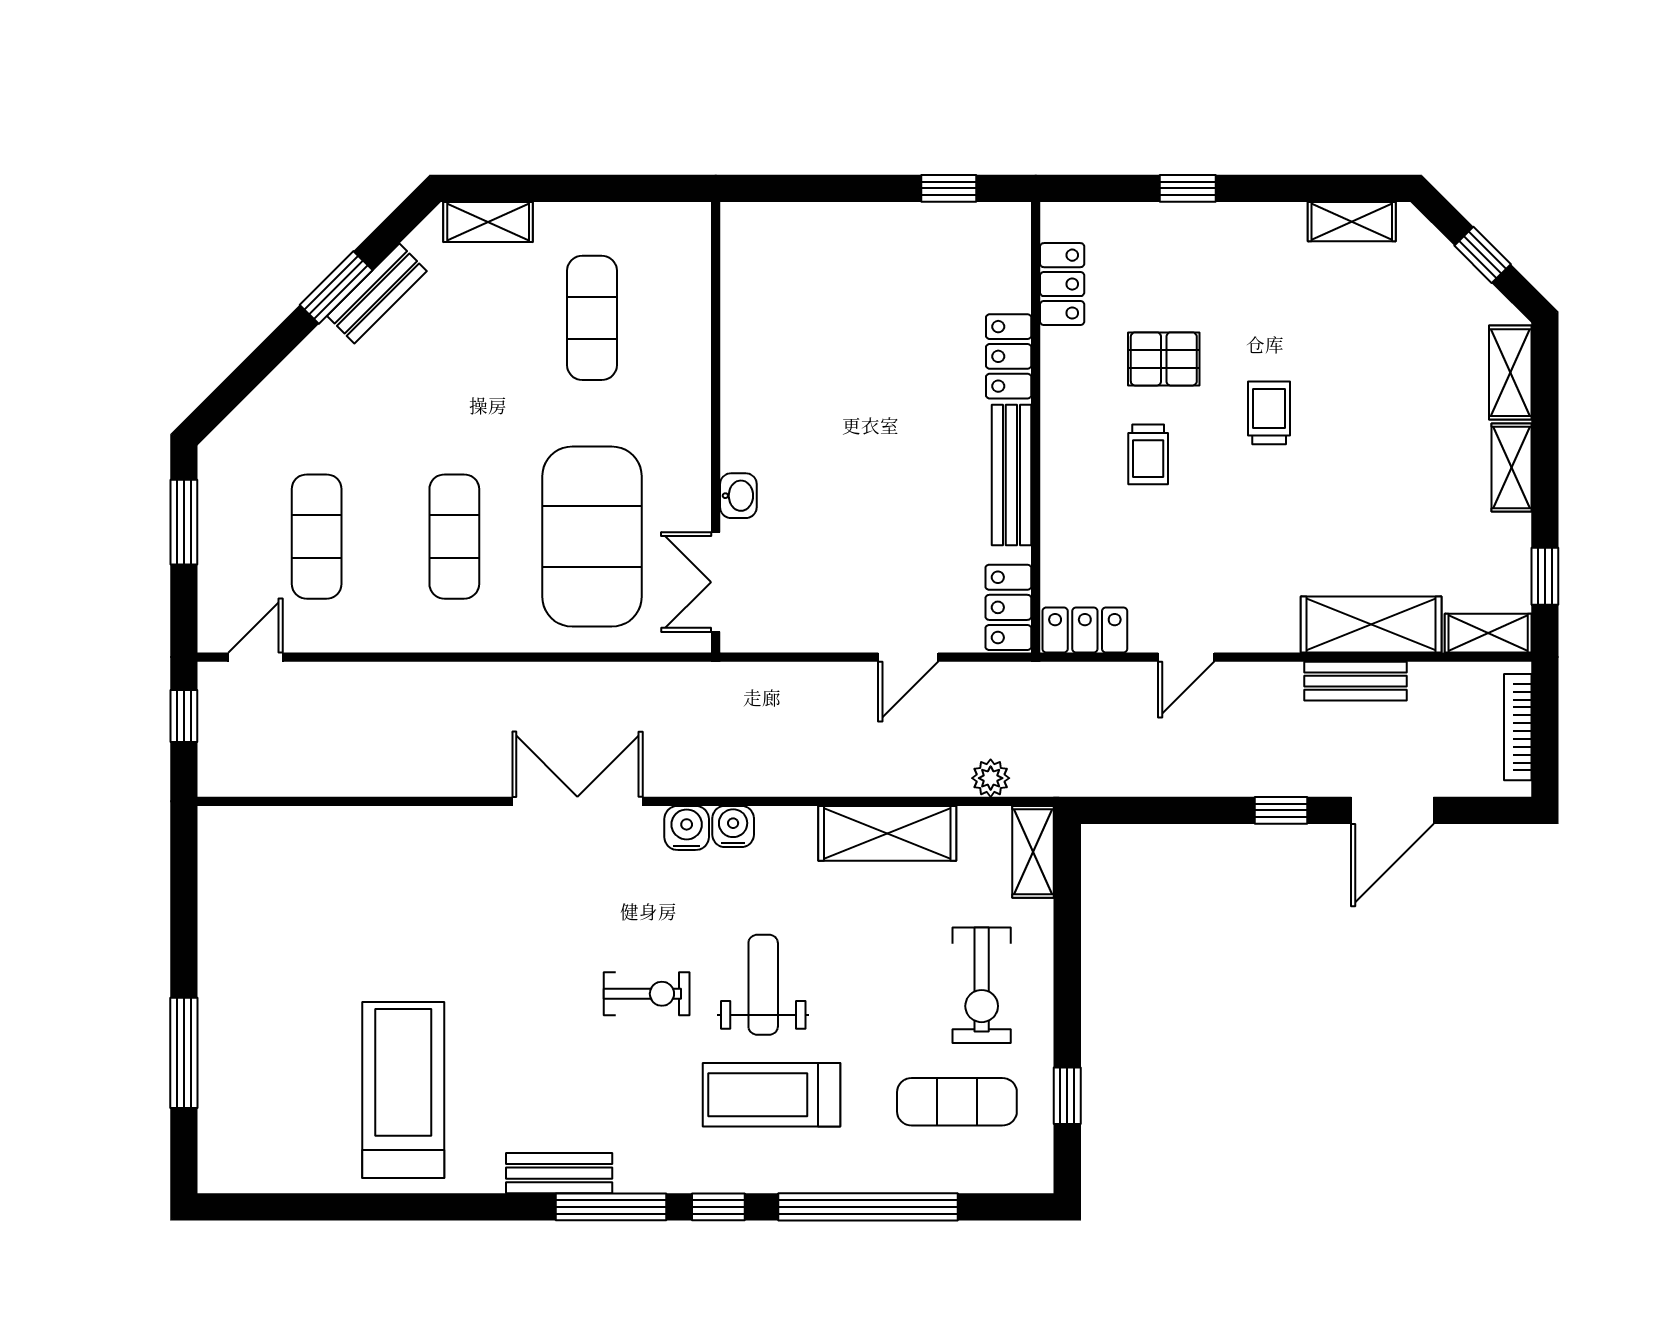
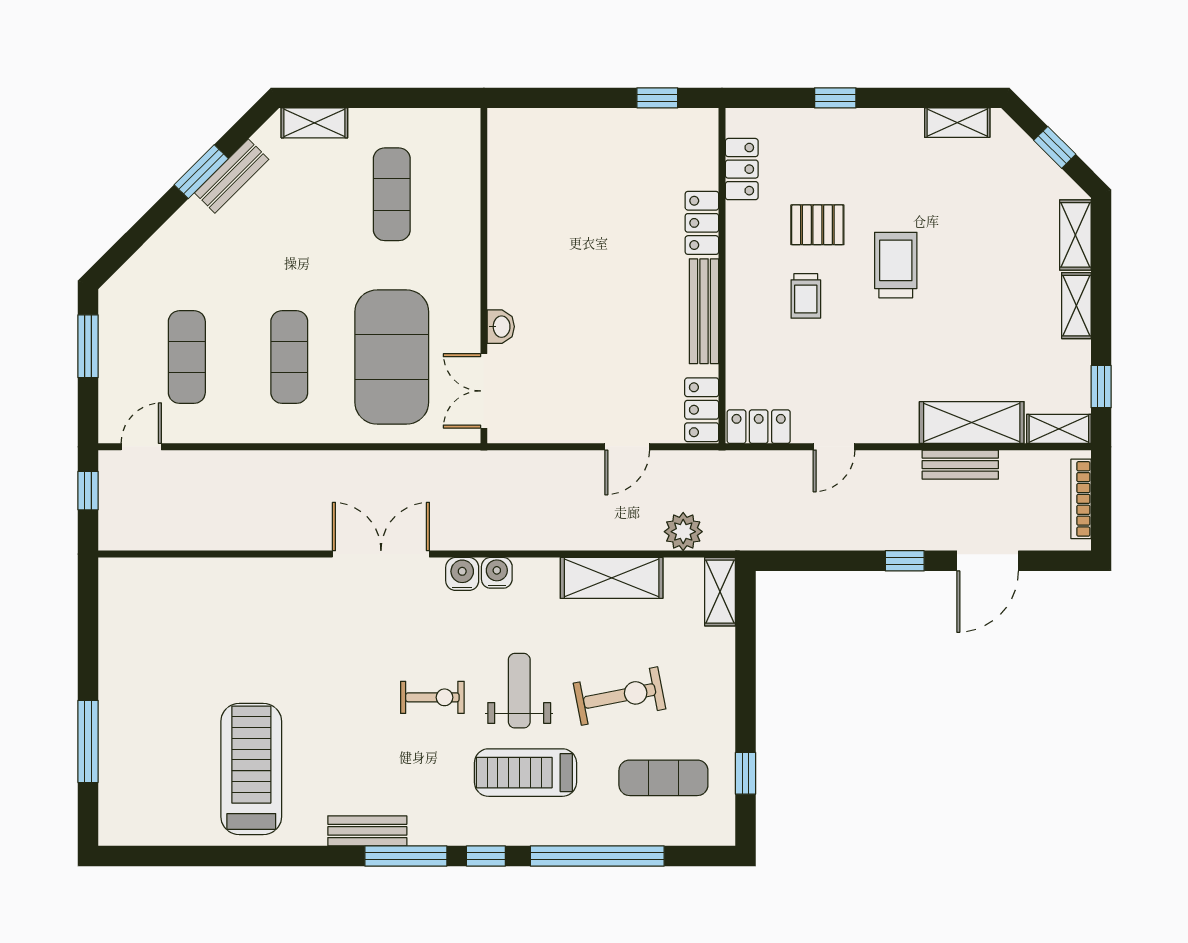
trolley: (1269, 413) -> (896, 265), width x1.36, depth x1.39
plant: (991, 778) -> (683, 532), width x1.38, depth x1.38
exercise bike: (982, 985) -> (620, 696), moved, turned -101

